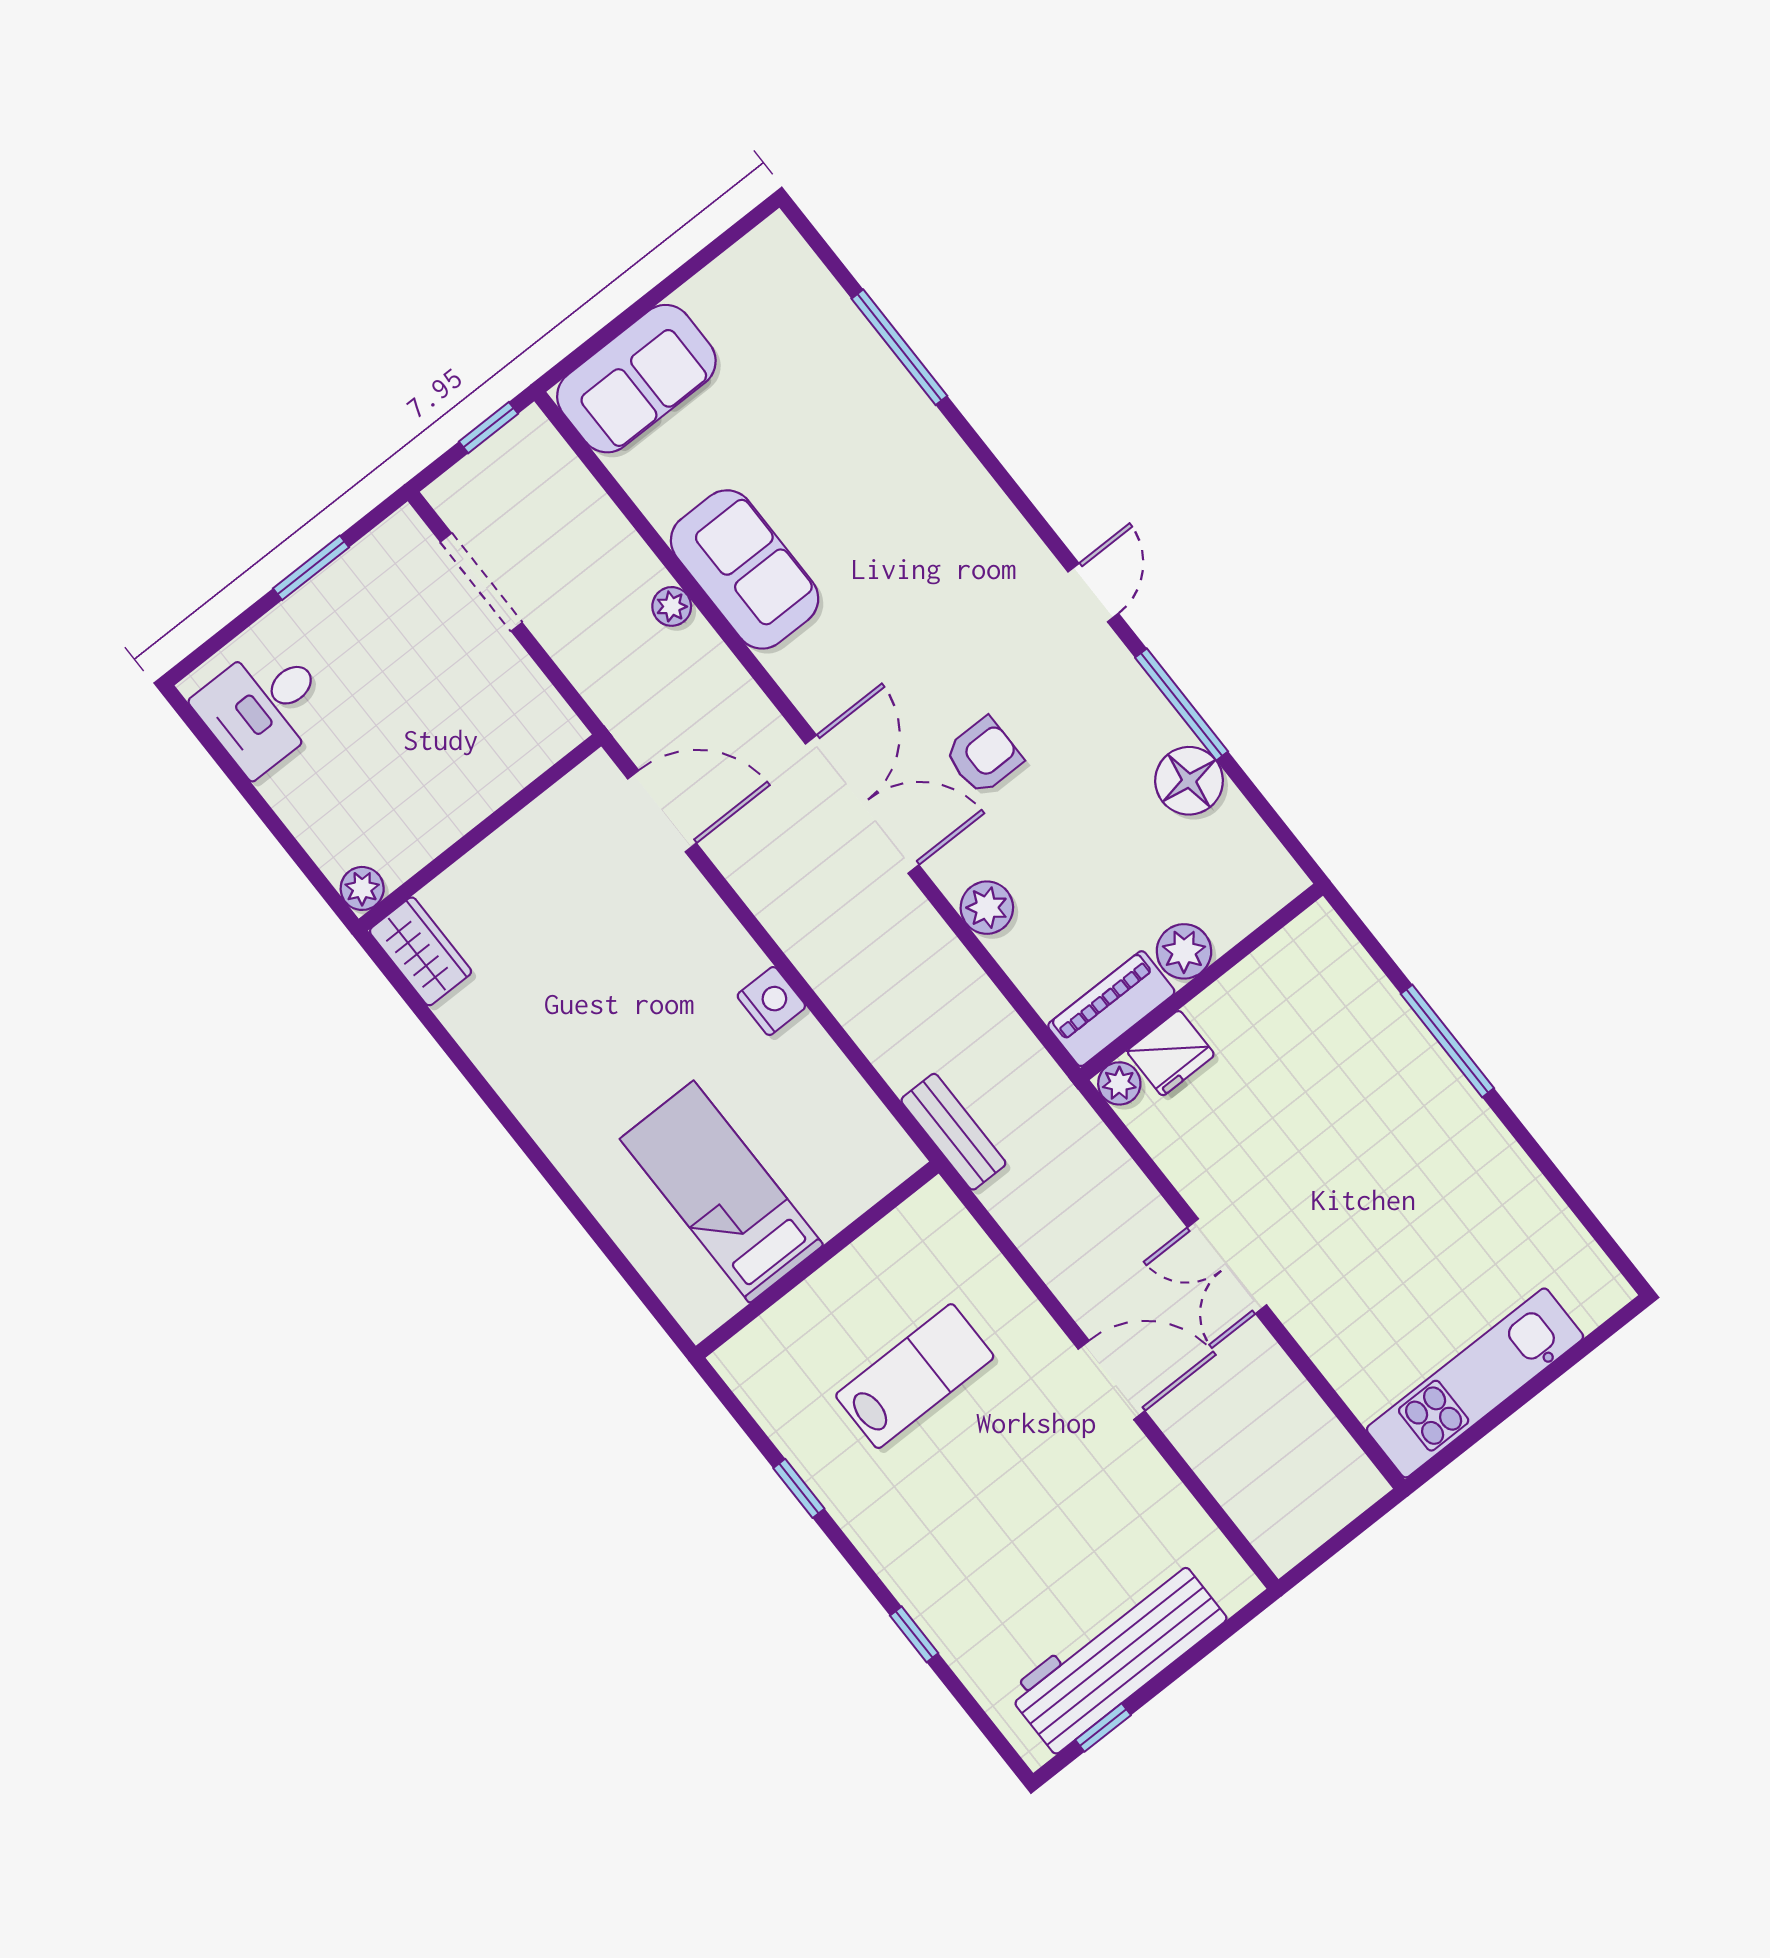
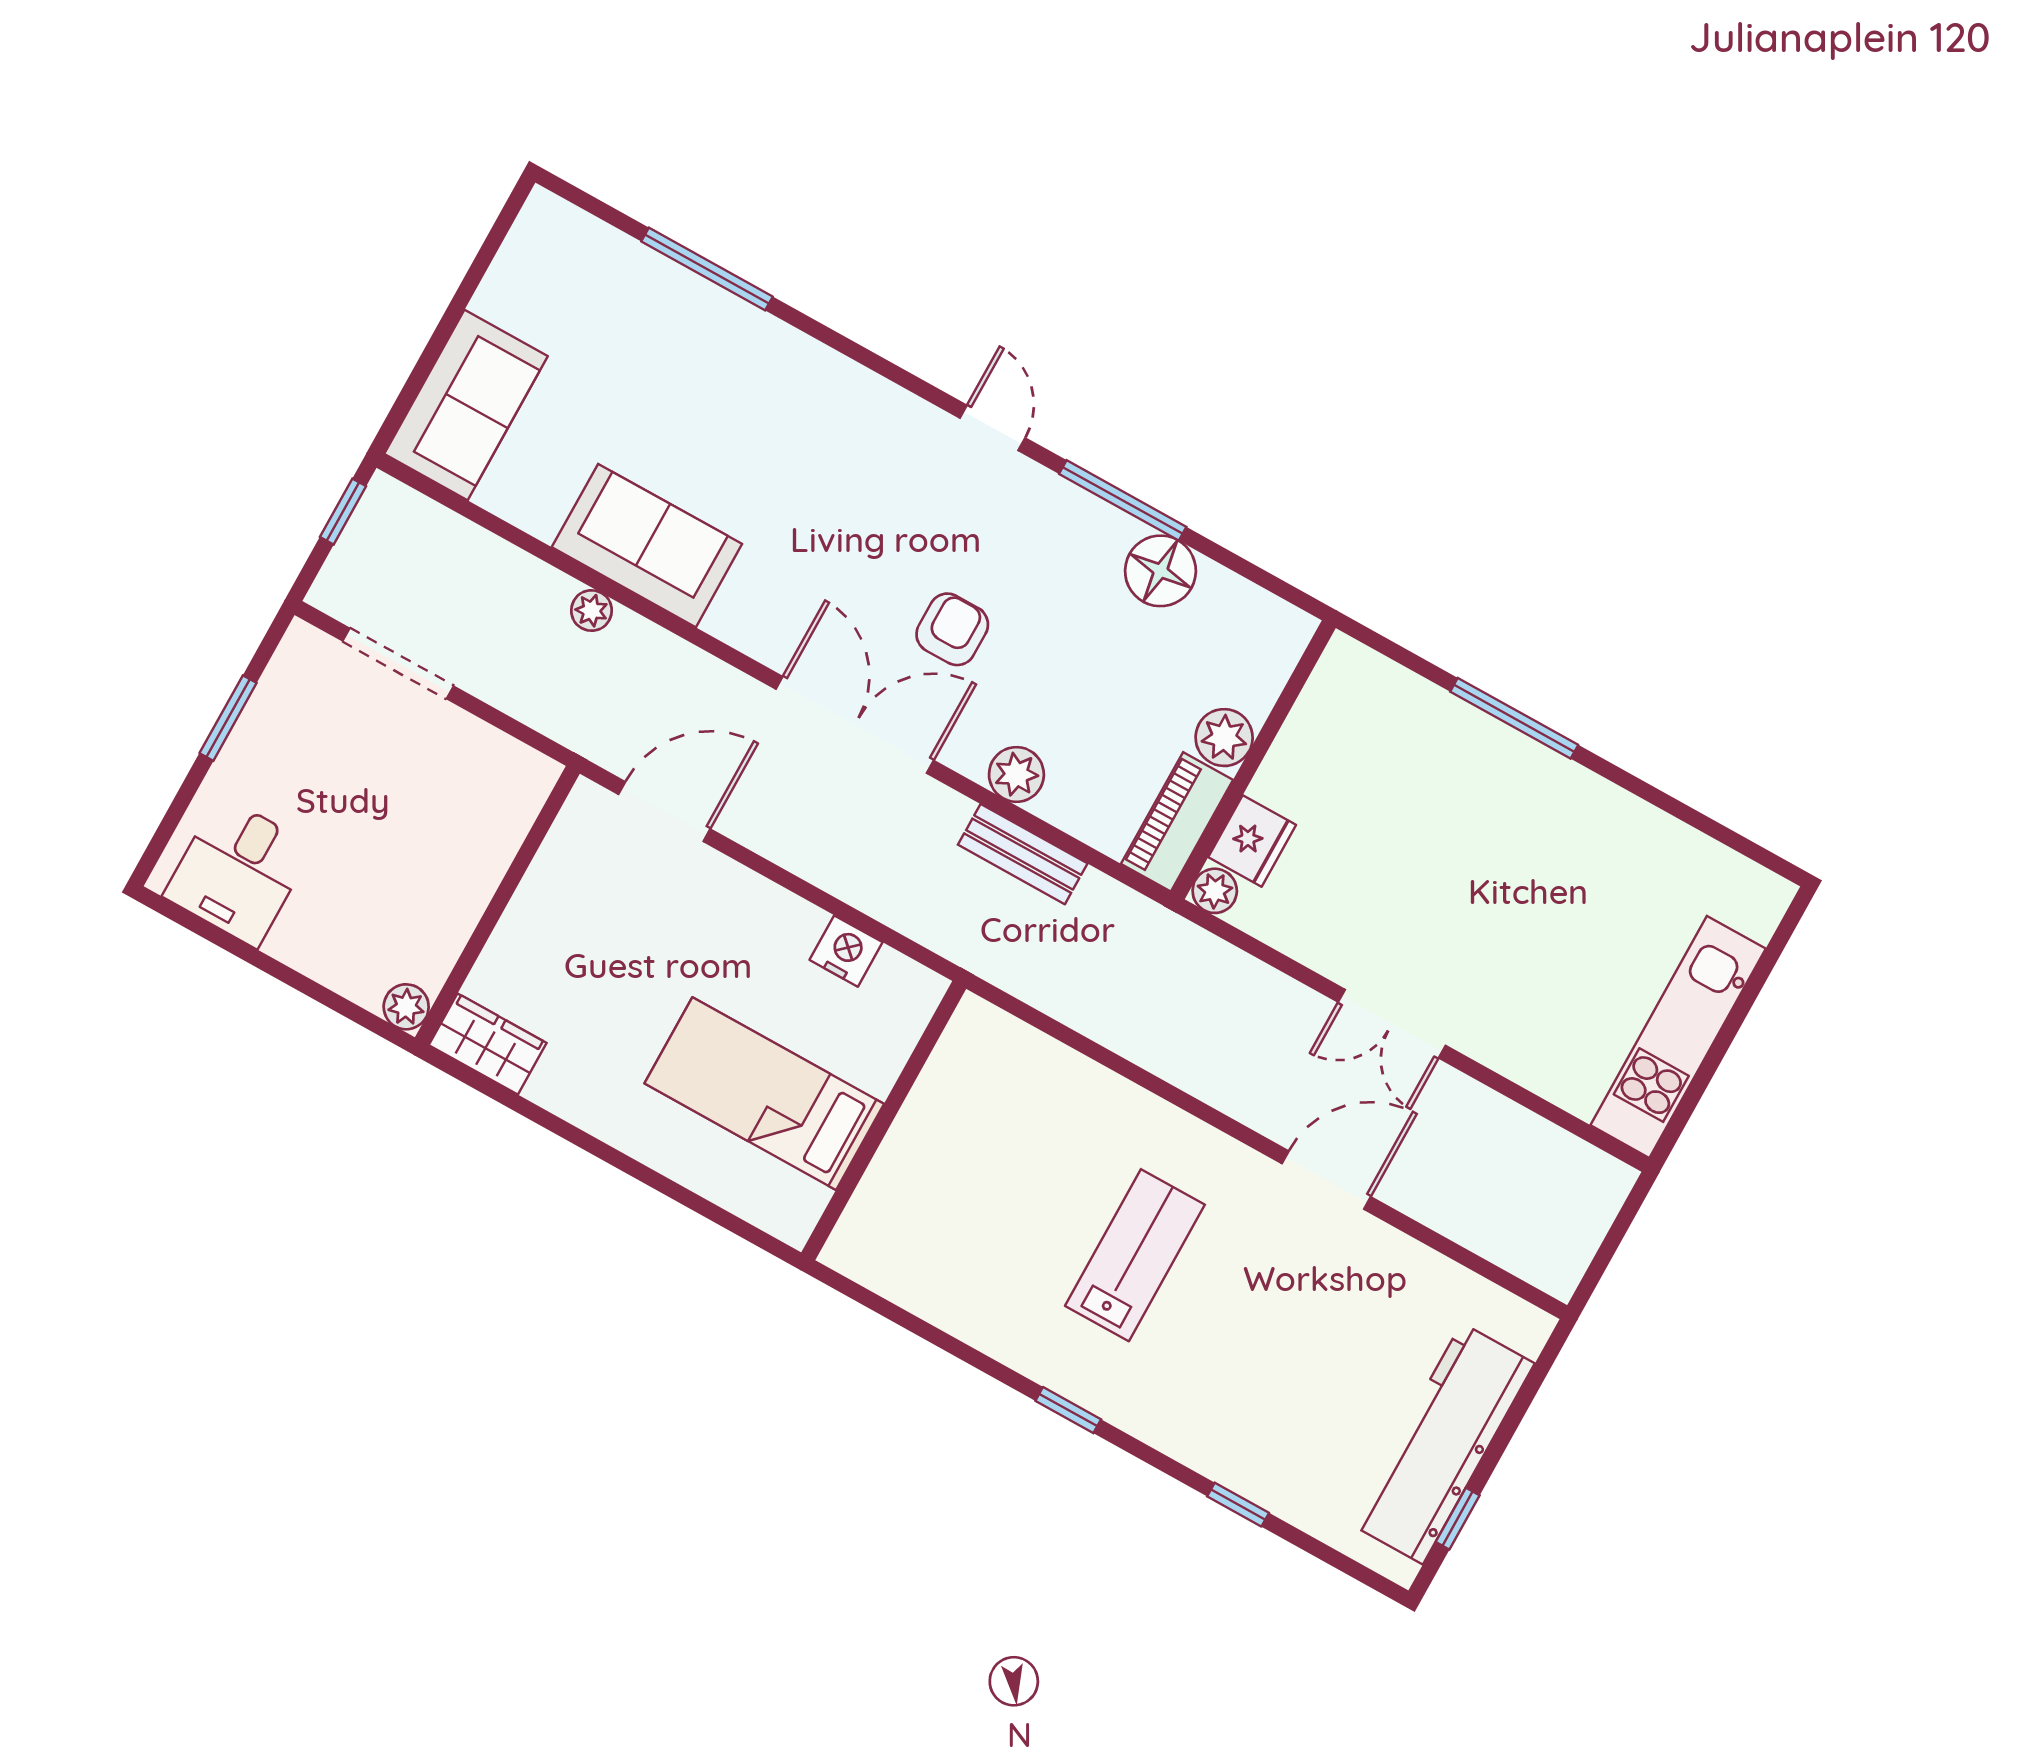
bench: (953, 1132) -> (1023, 854), moved
bed: (722, 1192) -> (764, 1094), moved
wall: (817, 1260) -> (884, 1121), moved

